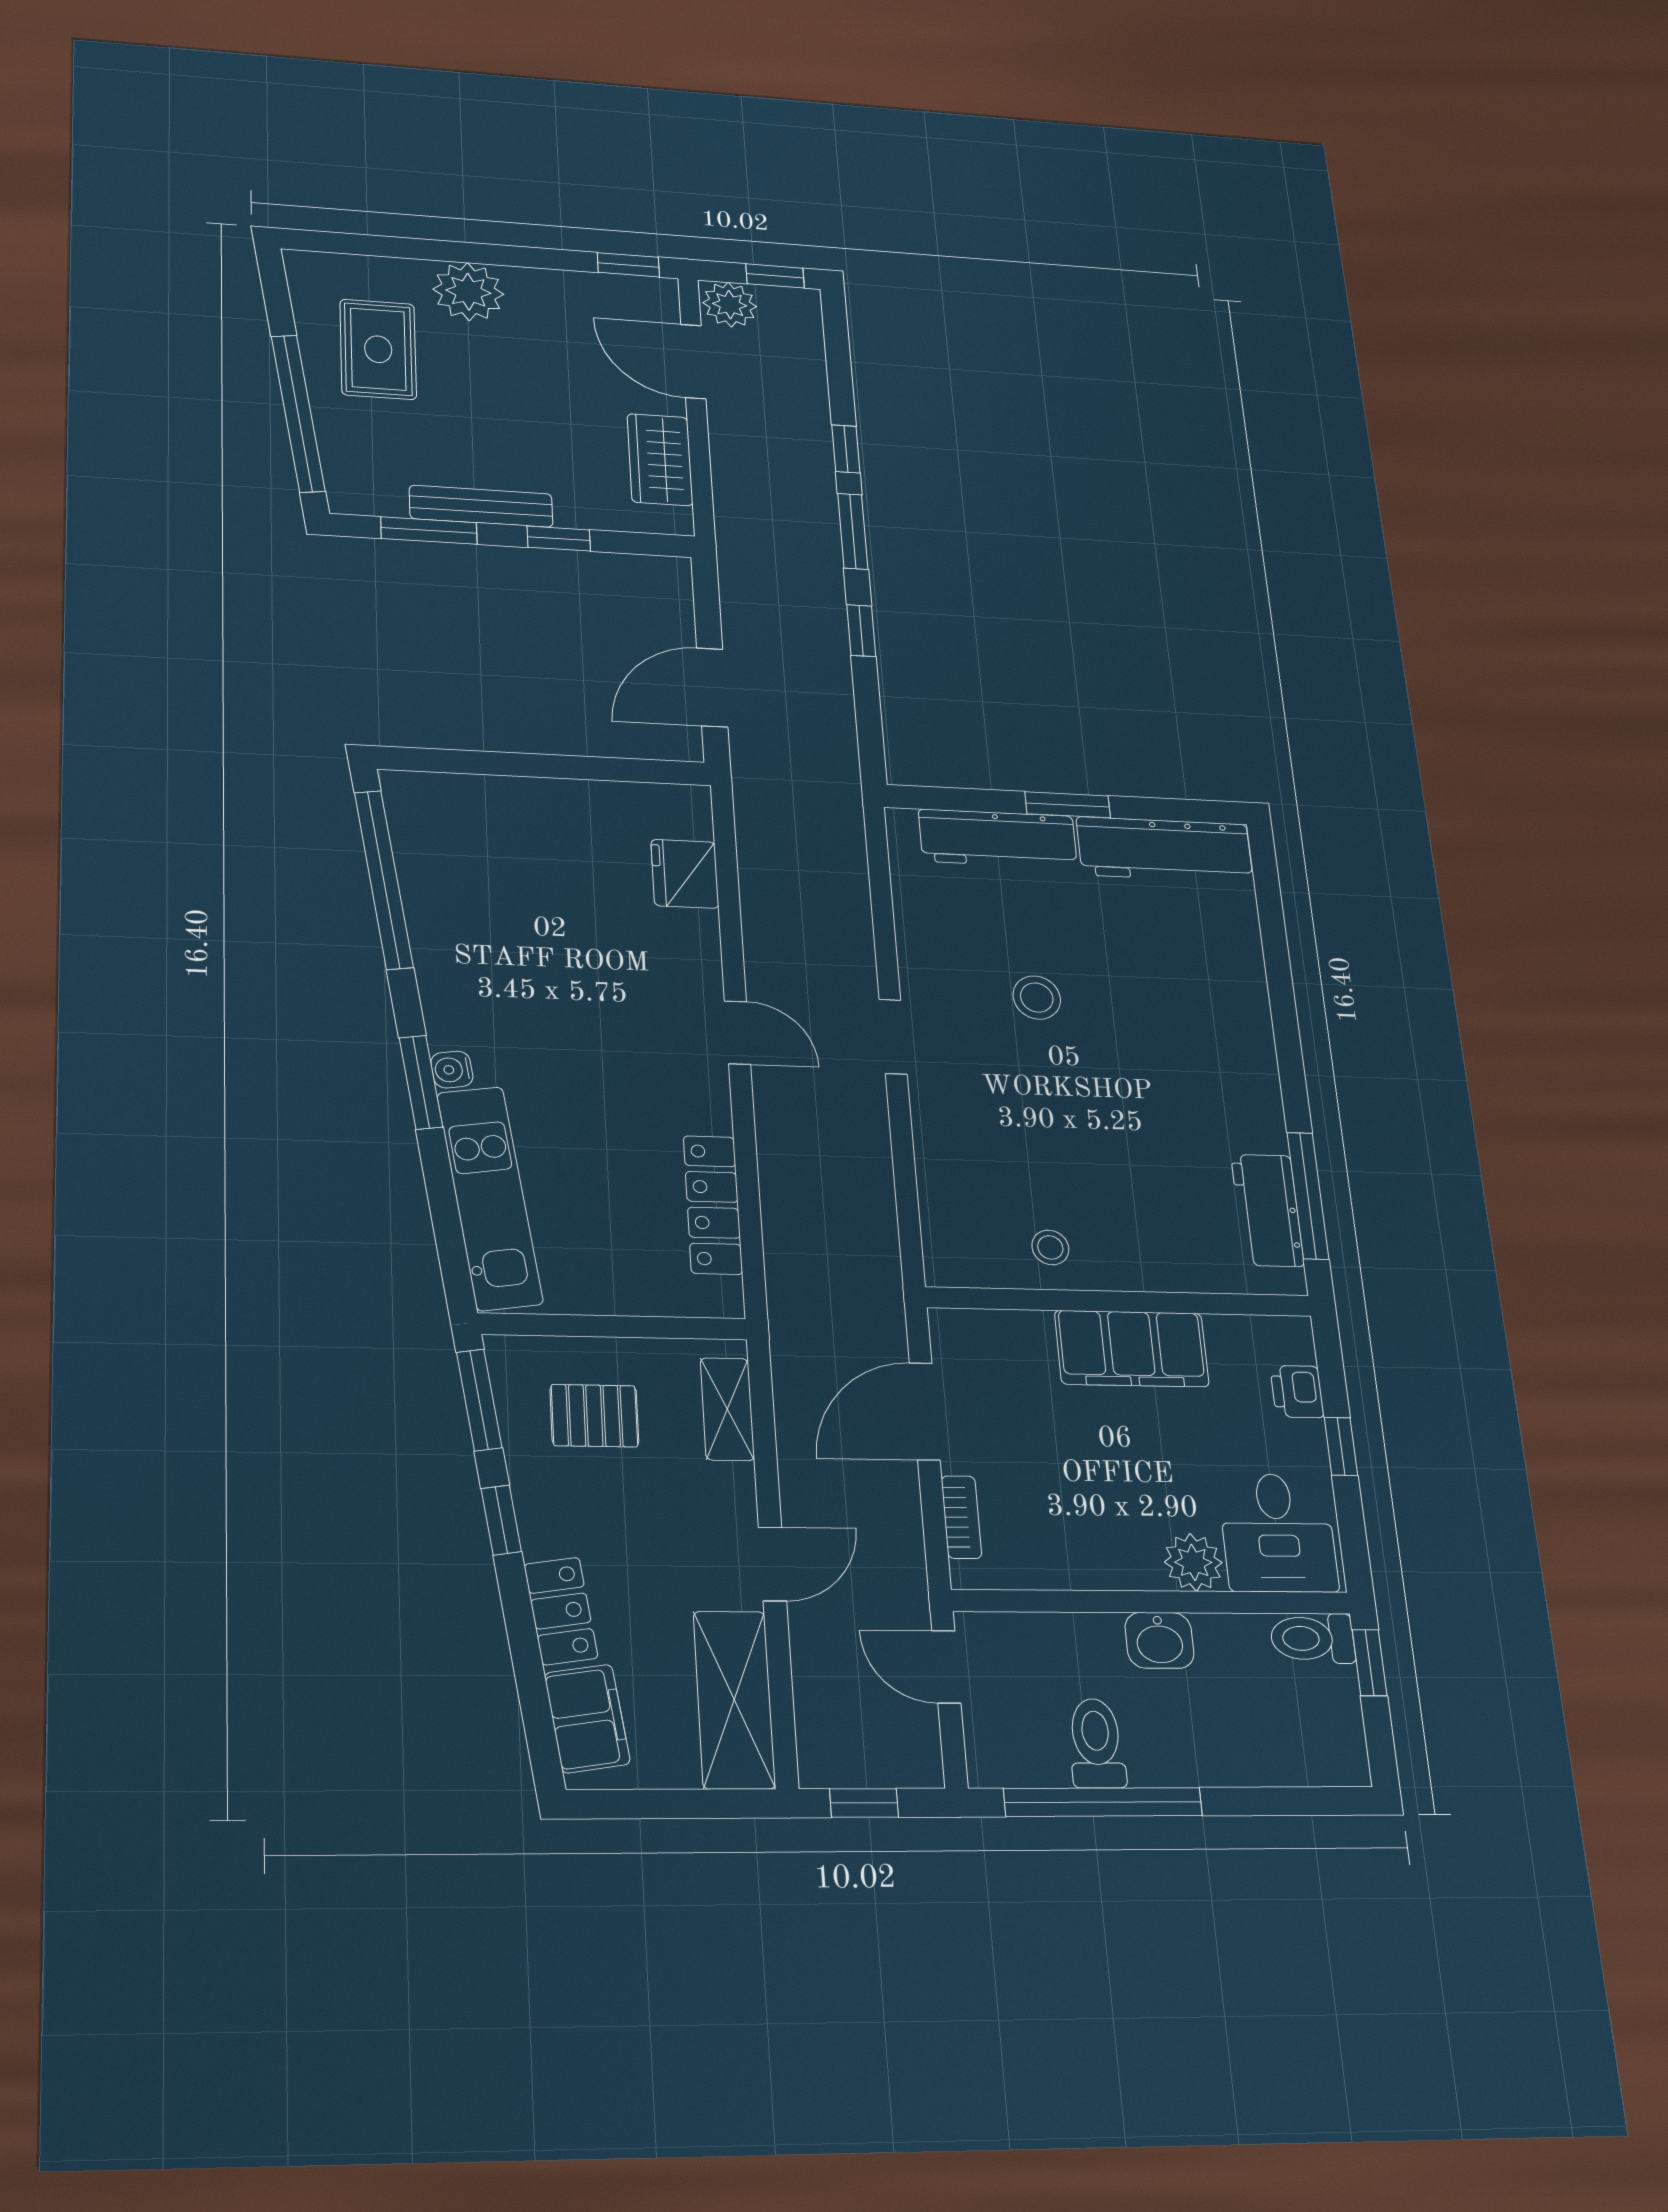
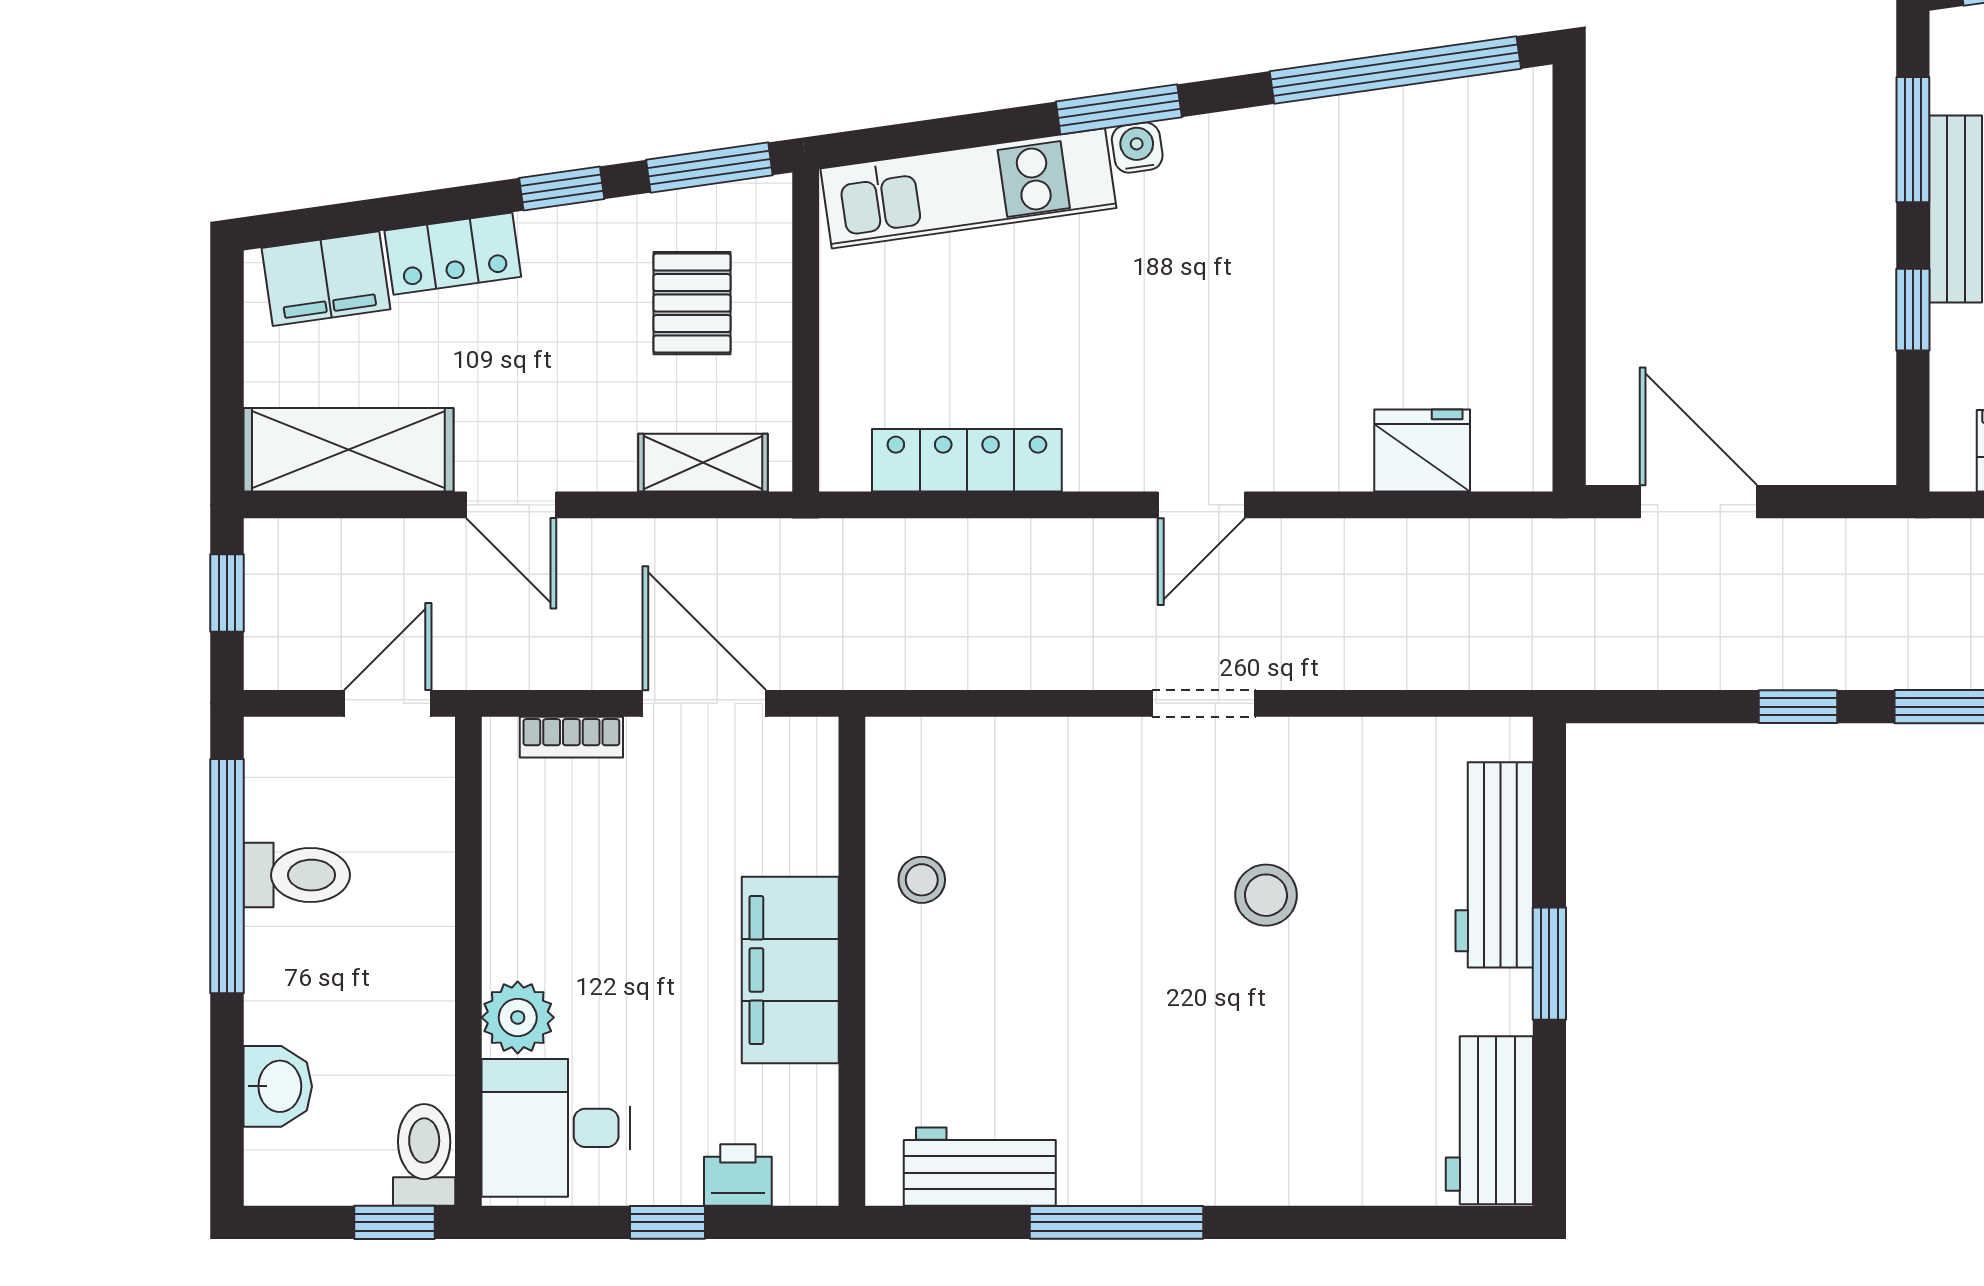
workbench: (1165, 850) -> (1489, 1120), width x0.73
window: (1308, 1196) -> (1116, 1222), moved
washbasin: (1159, 1640) -> (278, 1086), moved, turned 180

